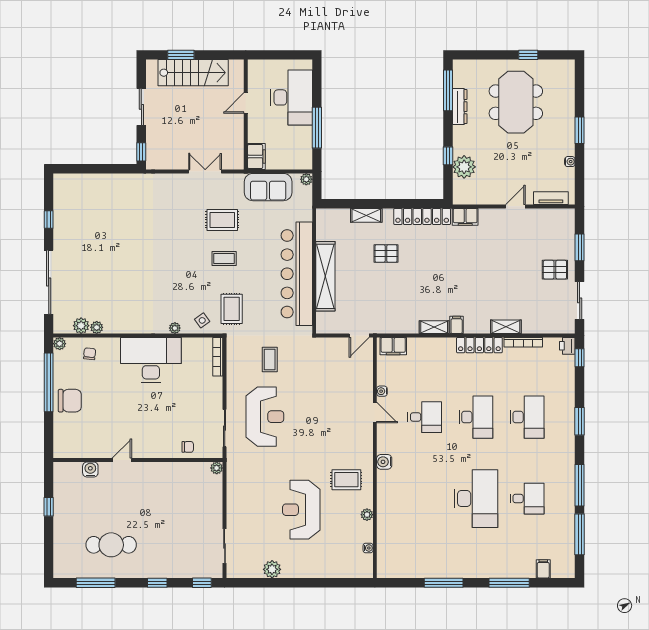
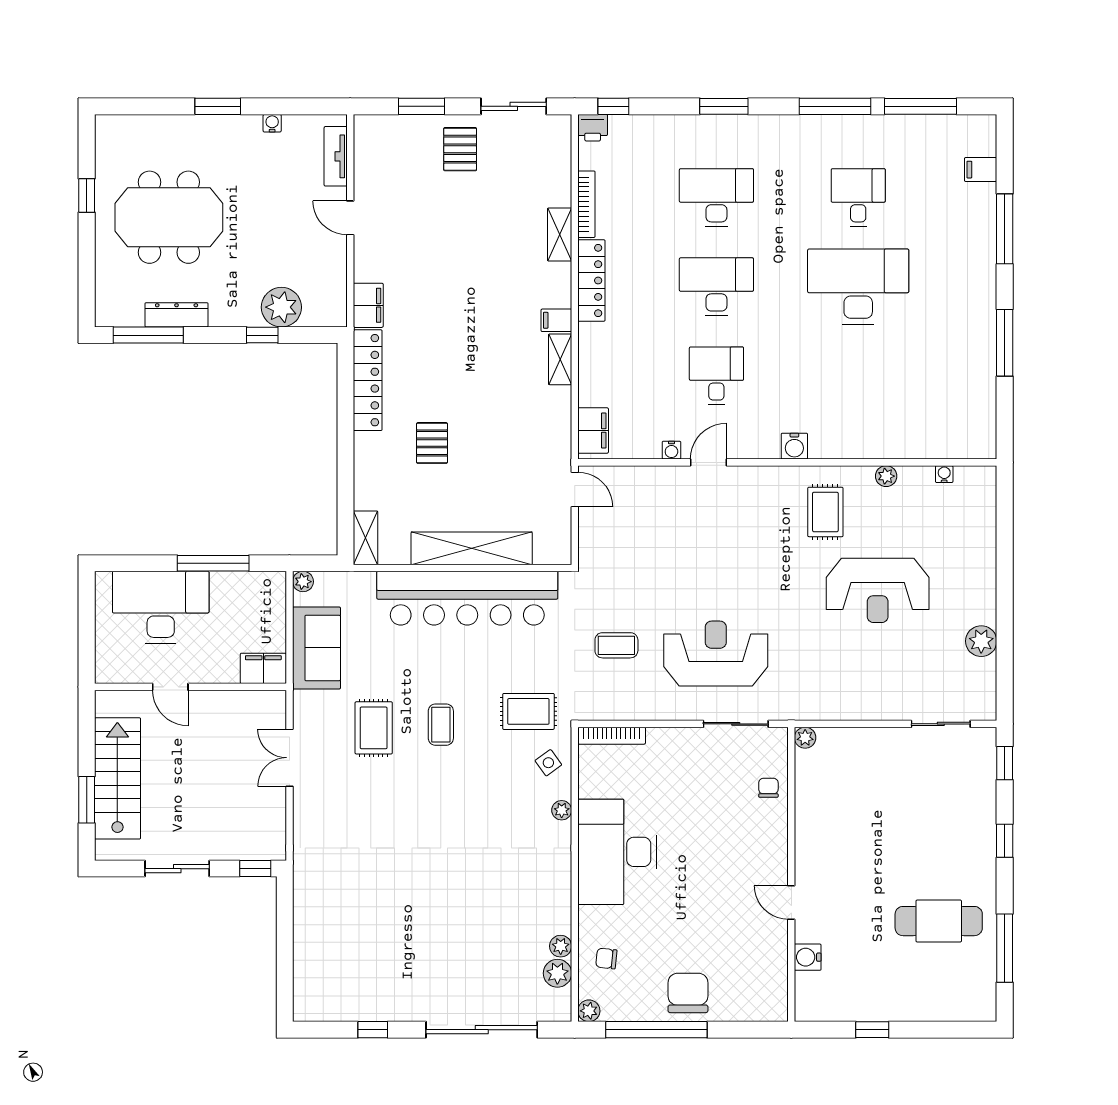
shelving: (366, 215) -> (366, 538), moved
cafe table: (111, 545) -> (939, 921), turned 90

